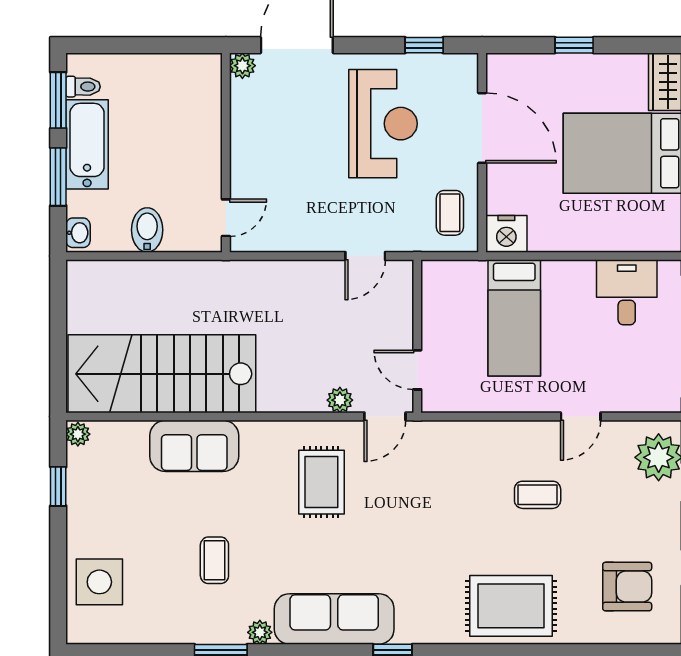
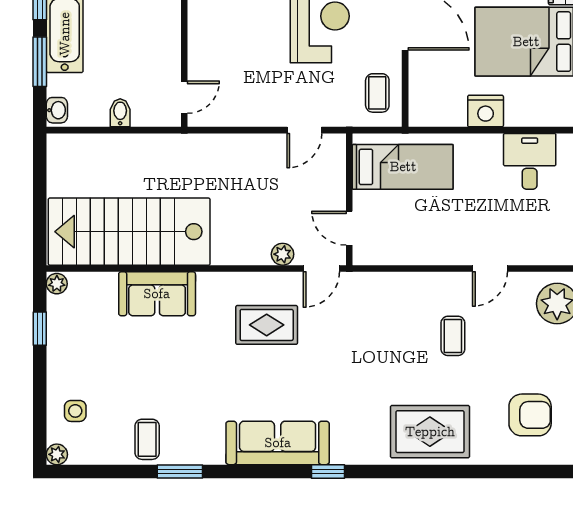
bidet: (147, 230) -> (120, 113), width x0.72, depth x0.74
nightstand: (506, 234) -> (486, 111), moved
bed: (514, 318) -> (403, 167), moved, turned -90
rug: (321, 482) -> (267, 325), turned 90
coffee table: (538, 495) -> (453, 336), turned 90
coffee table: (214, 560) -> (147, 439), moved
side table: (99, 582) -> (75, 411), width x0.54, depth x0.54
plant: (260, 632) -> (57, 454), moved

